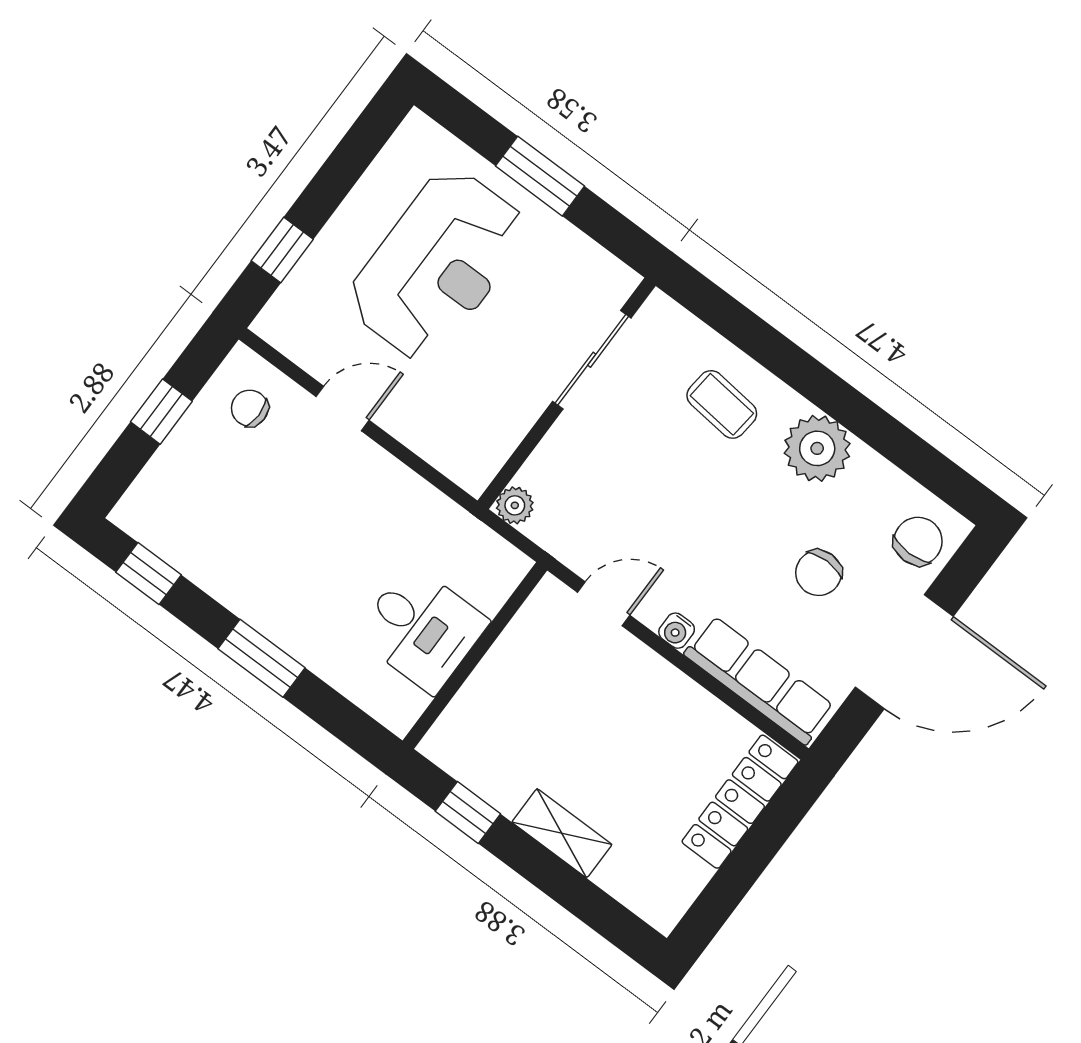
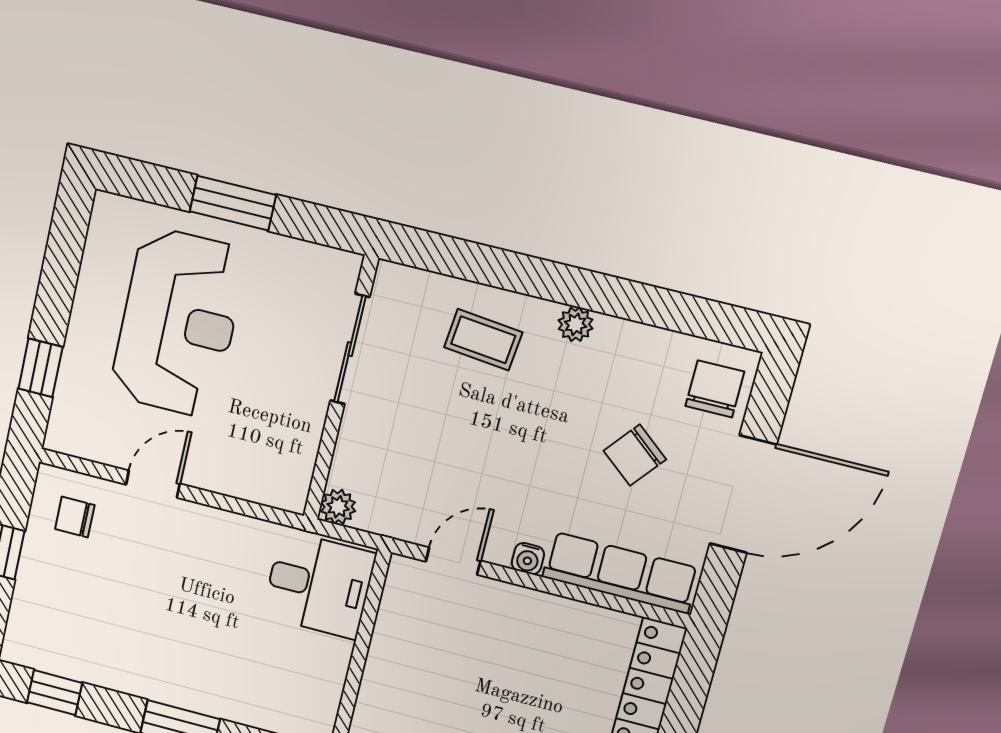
plant: (817, 448) -> (576, 324), width x0.53, depth x0.53
chair: (819, 573) -> (635, 455), turned 39
desk: (422, 629) -> (319, 585), moved

